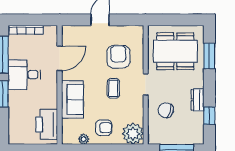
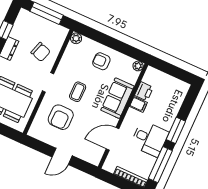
filing cabinet: (50, 102) -> (138, 104), added
printer: (47, 124) -> (144, 91), width x0.53, depth x0.68
plant: (133, 134) -> (76, 38), width x0.53, depth x0.53
plant: (84, 139) -> (138, 66), moved

